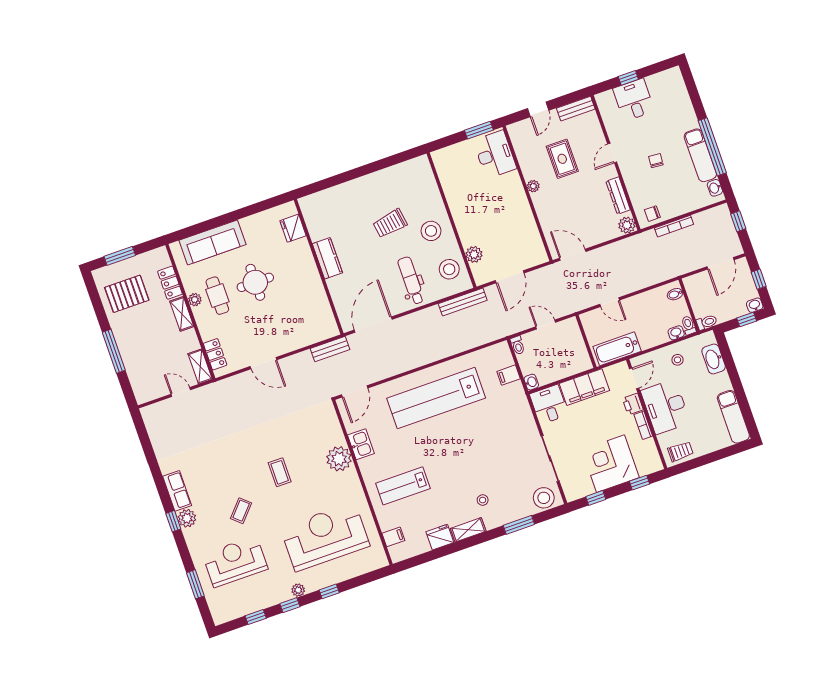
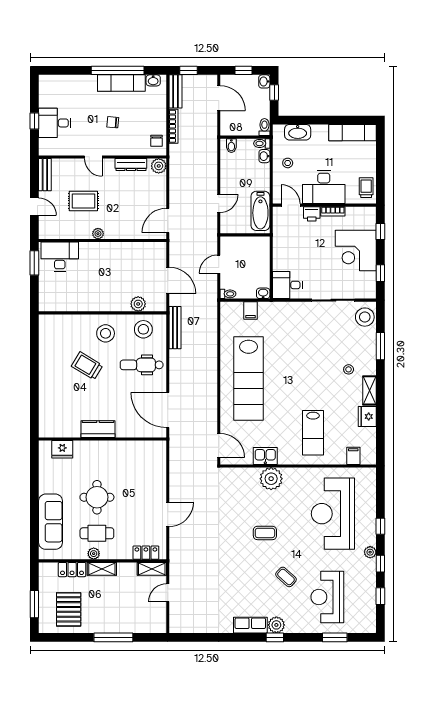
trolley: (390, 223) -> (87, 366), turned 130
bench: (330, 349) -> (175, 91), moved
filing cabinet: (584, 387) -> (283, 250), removed

